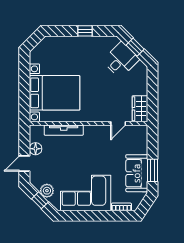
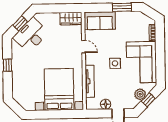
desk: (121, 60) -> (31, 35), width x1.37
door: (118, 123) -> (84, 47), moved
side table: (85, 161) -> (115, 63), added
sofa: (137, 173) -> (100, 21), moved

